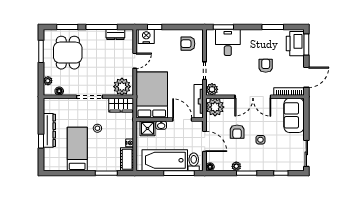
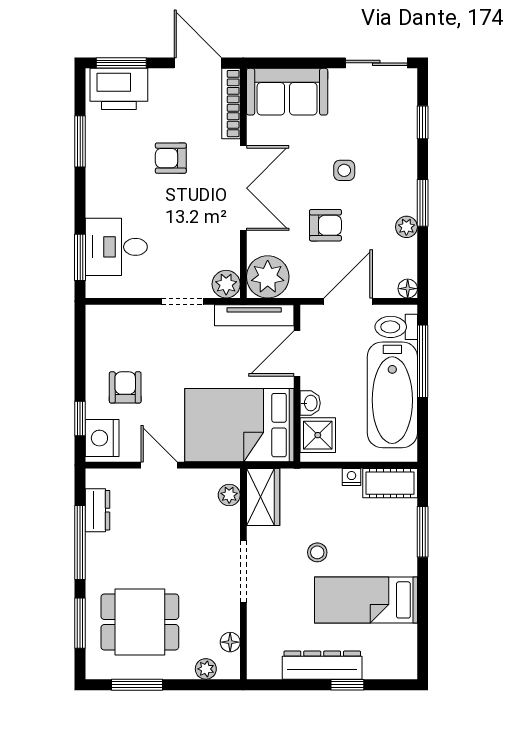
armchair: (188, 44) -> (125, 387), moved, turned 180
plant: (122, 87) -> (229, 495), width x0.53, depth x0.53

